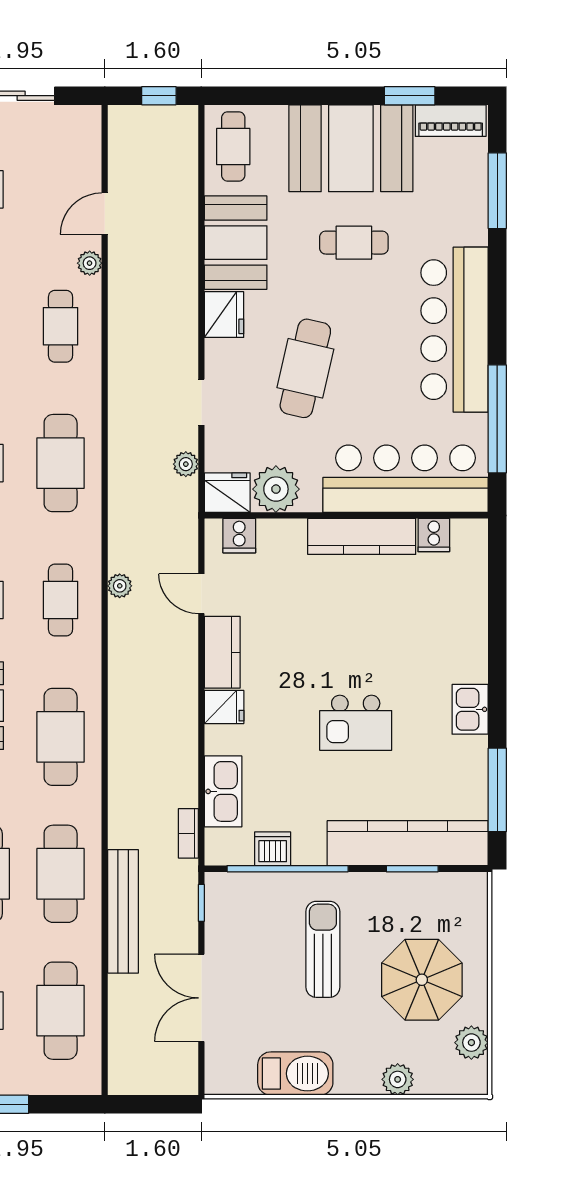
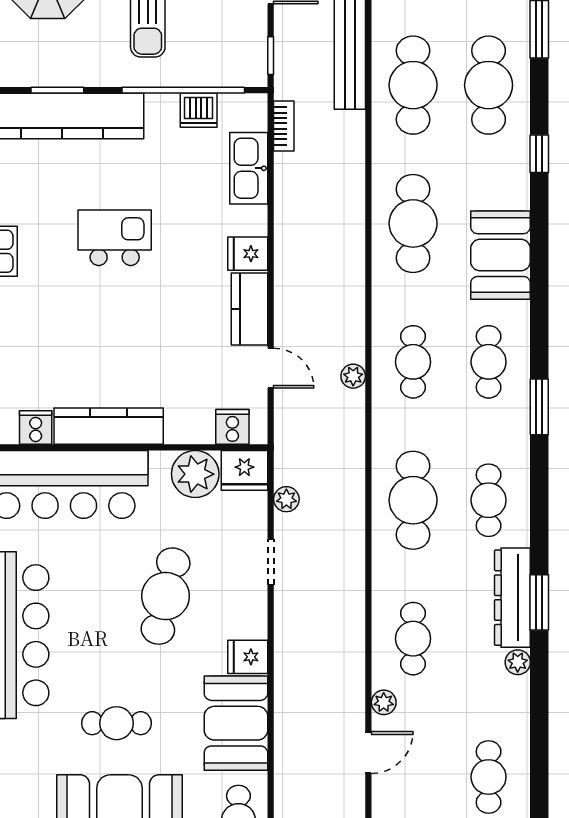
fridge: (224, 315) -> (248, 657), width x0.72

